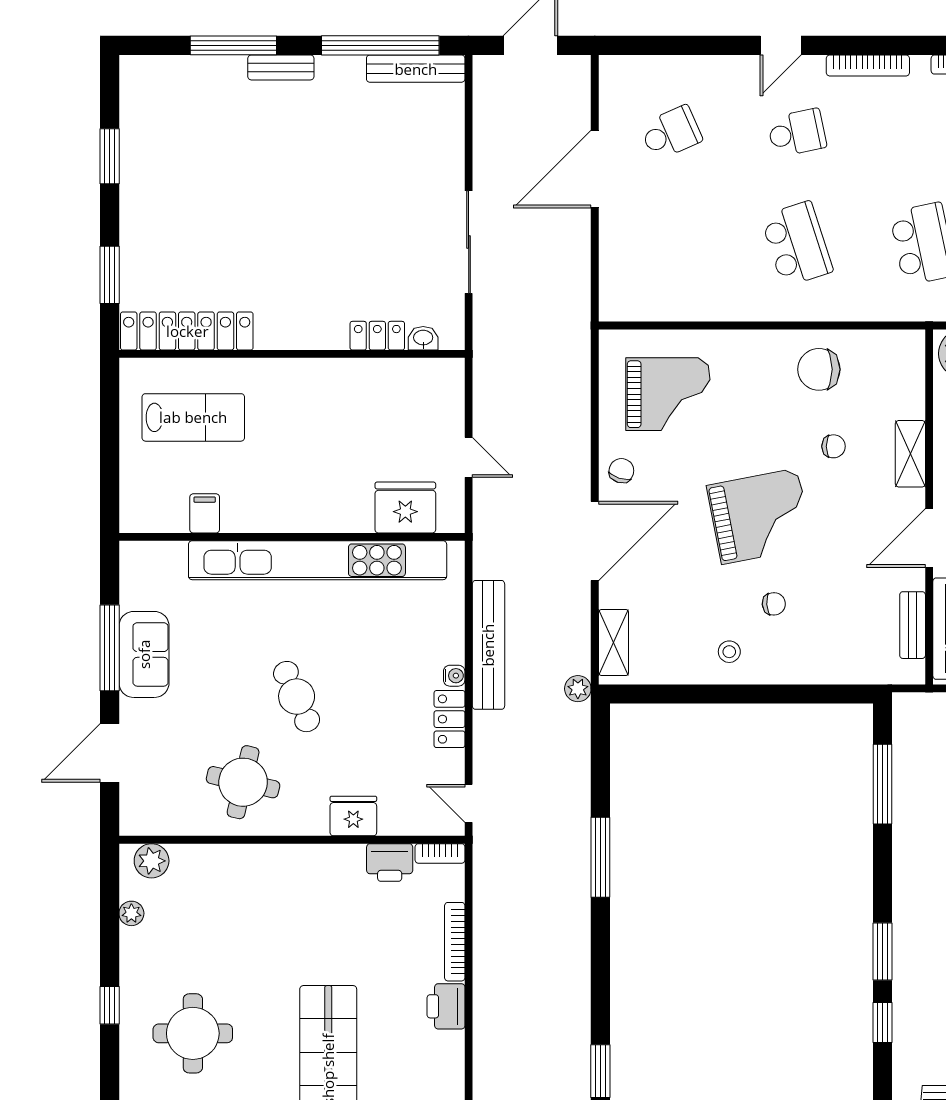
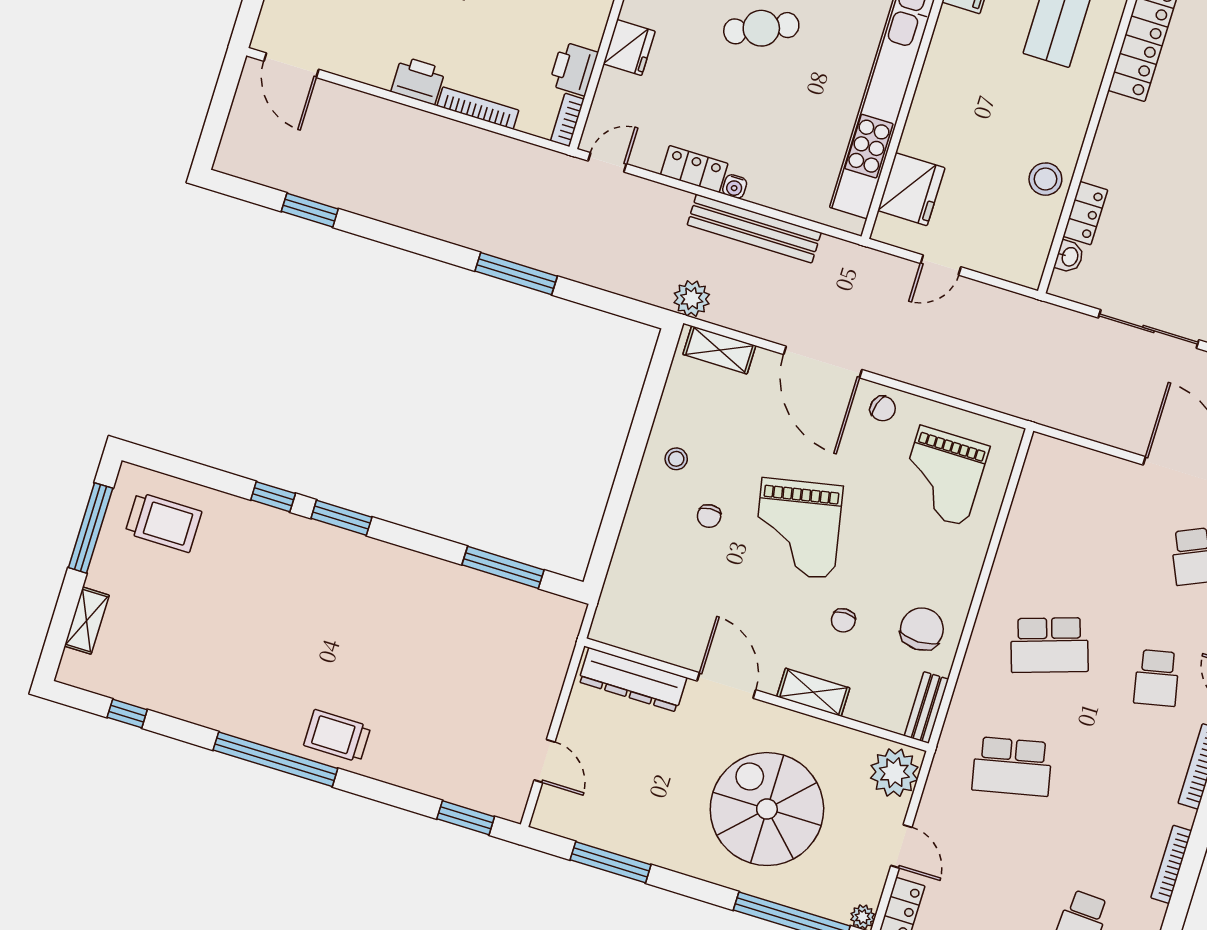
stool: (357, 383) -> (1045, 179), added
bench: (913, 625) -> (926, 708), moved, turned 90
plant: (578, 689) -> (692, 299), width x1.38, depth x1.38

